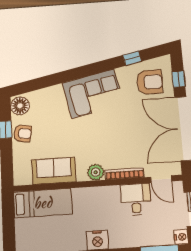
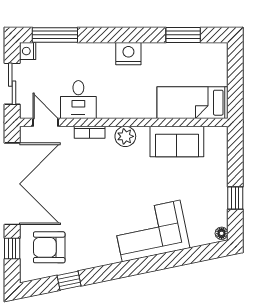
corner sofa: (93, 94) -> (151, 231), moved
floor lamp: (20, 106) -> (222, 233), width x0.53, depth x0.53
armchair: (22, 133) -> (214, 192), removed
bookcase: (125, 174) -> (90, 132), width x0.64

